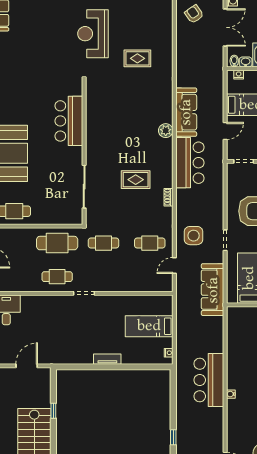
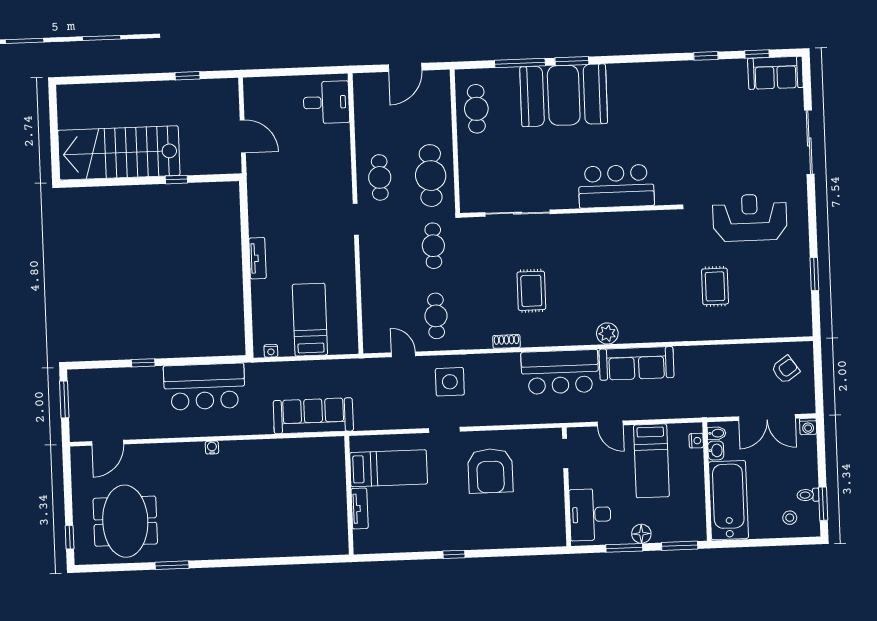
sofa: (213, 290) -> (313, 416), moved
bar counter: (209, 380) -> (204, 387), moved, turned 180

